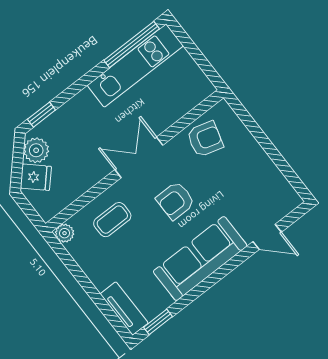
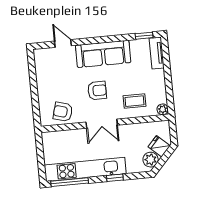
kitchen unit: (135, 66) -> (85, 169), width x1.36
window: (41, 115) -> (115, 178), moved

